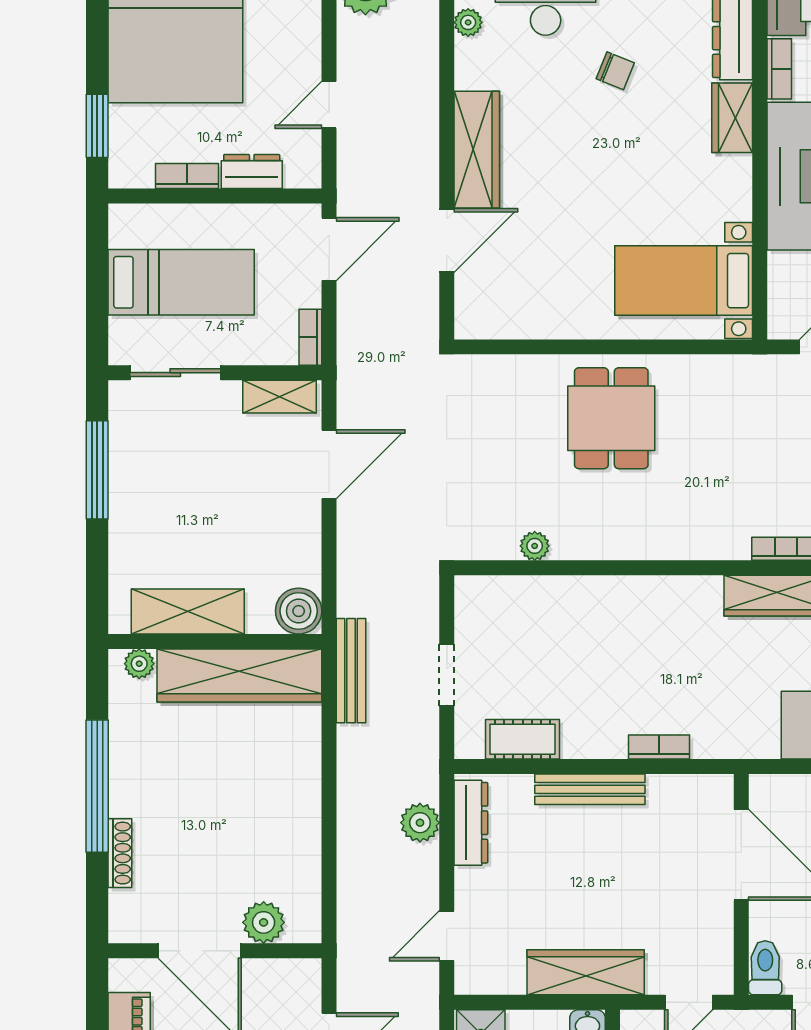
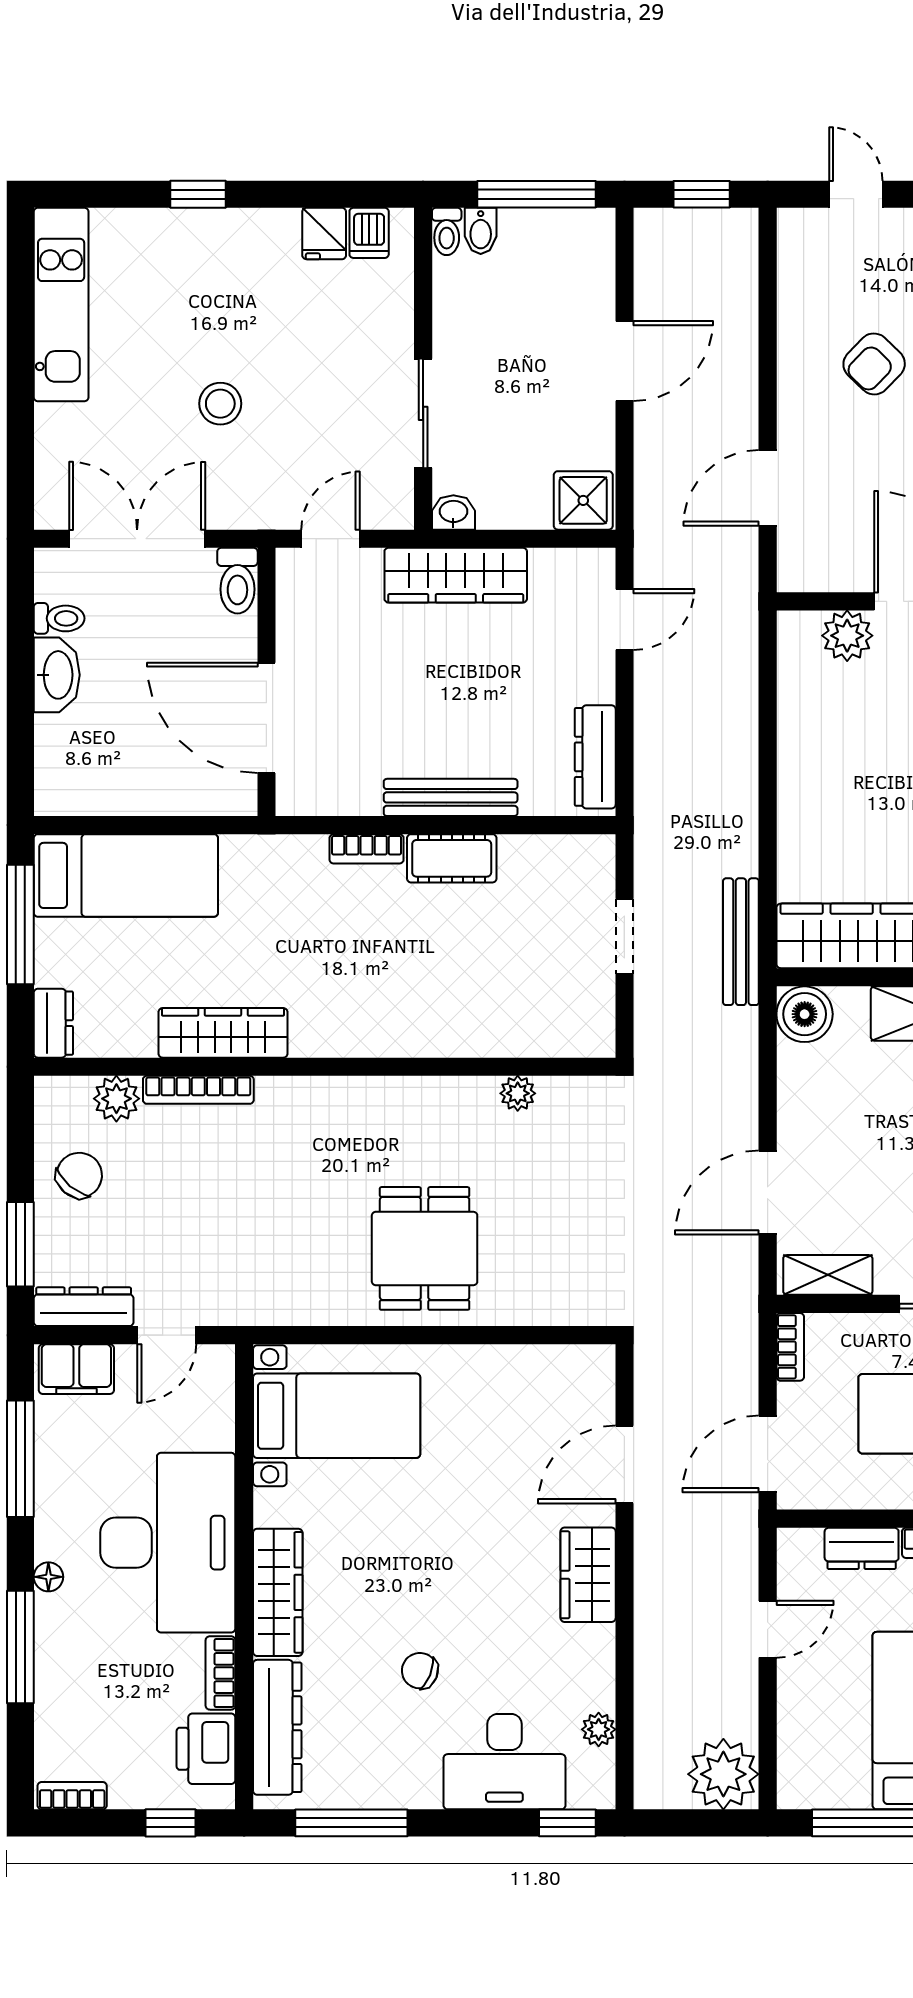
wardrobe: (732, 118) -> (278, 1592), width x1.50
wardrobe: (477, 150) -> (588, 1575), width x0.67
cot: (523, 739) -> (452, 858), moved
plant: (420, 823) -> (657, 757), removed

